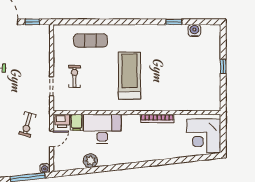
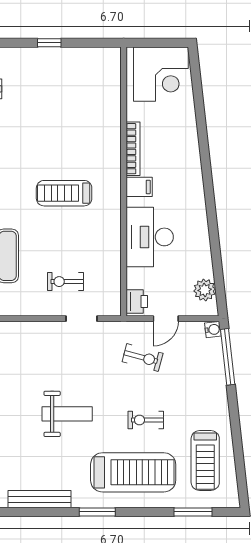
treadmill: (130, 76) -> (64, 193), width x0.73, depth x0.73
filing cabinet: (77, 122) -> (139, 187), moved
door: (52, 139) -> (166, 319), swing flipped
plant: (90, 161) -> (205, 290), moved

